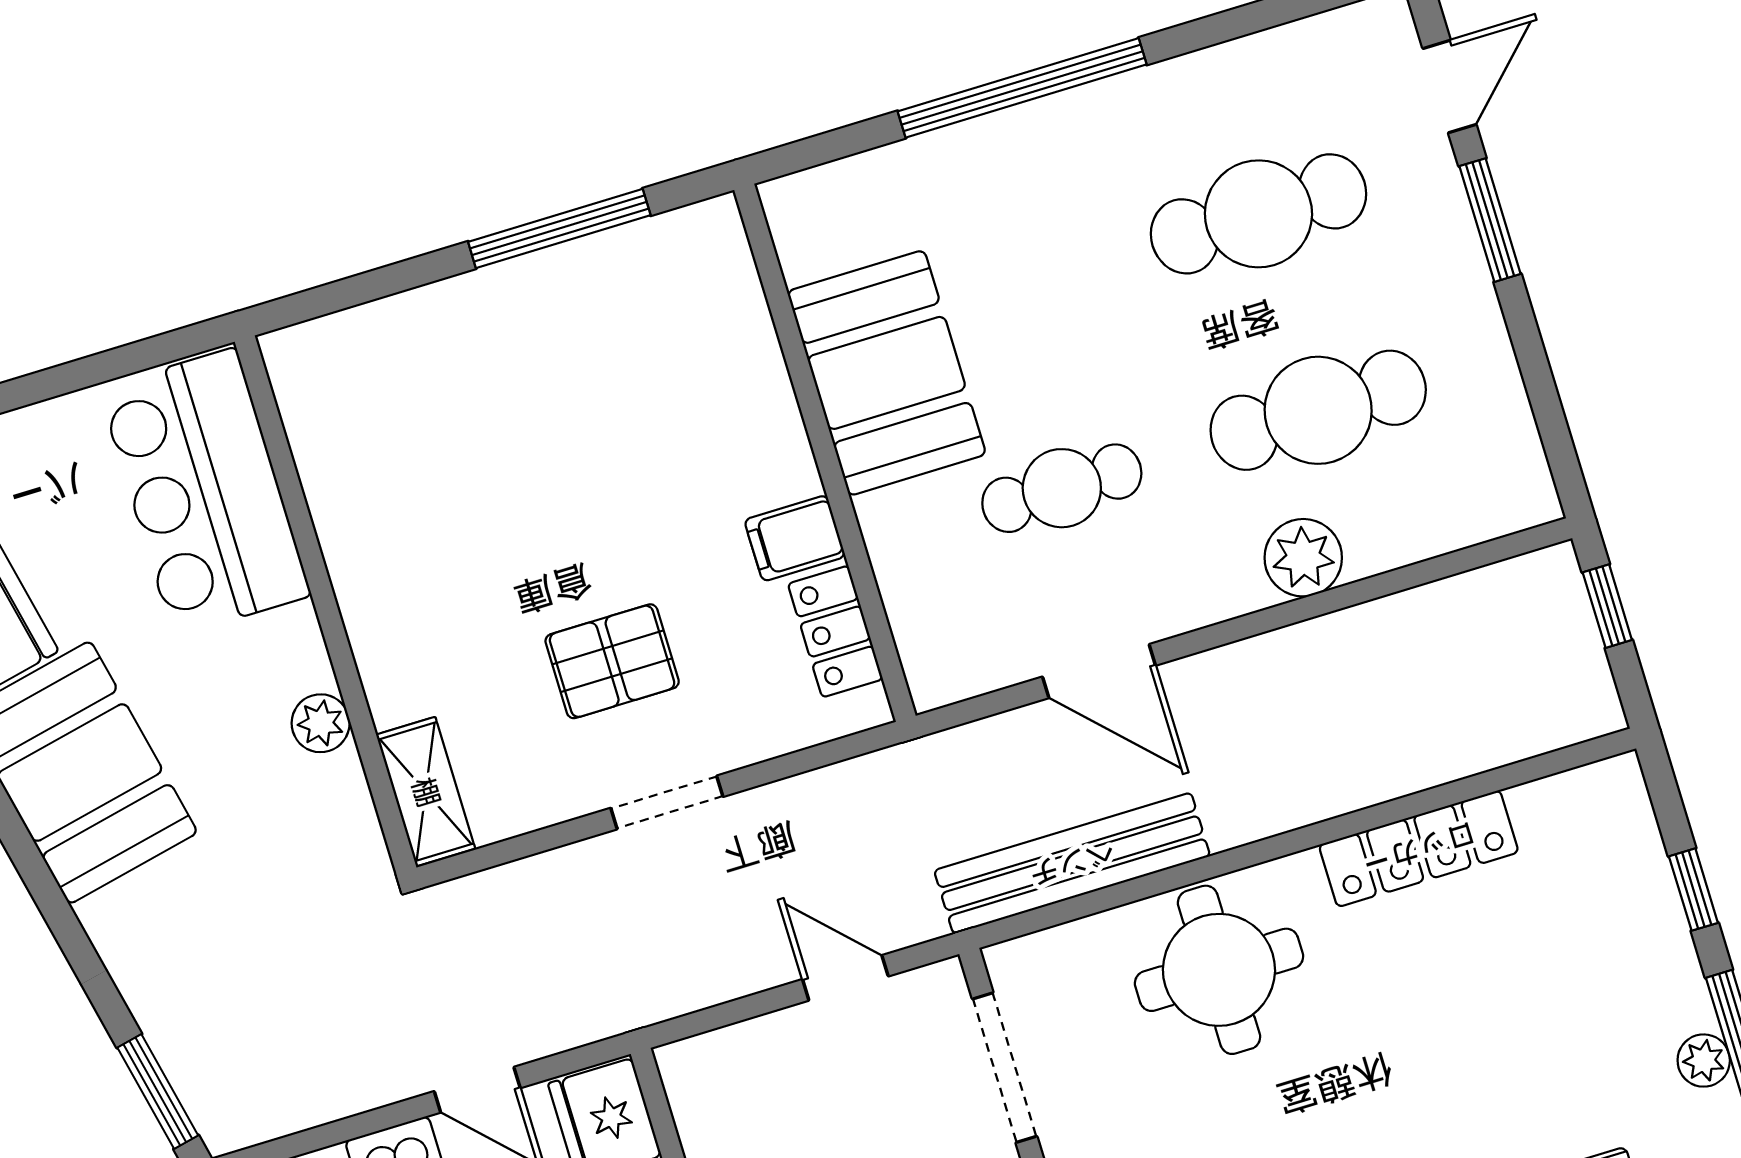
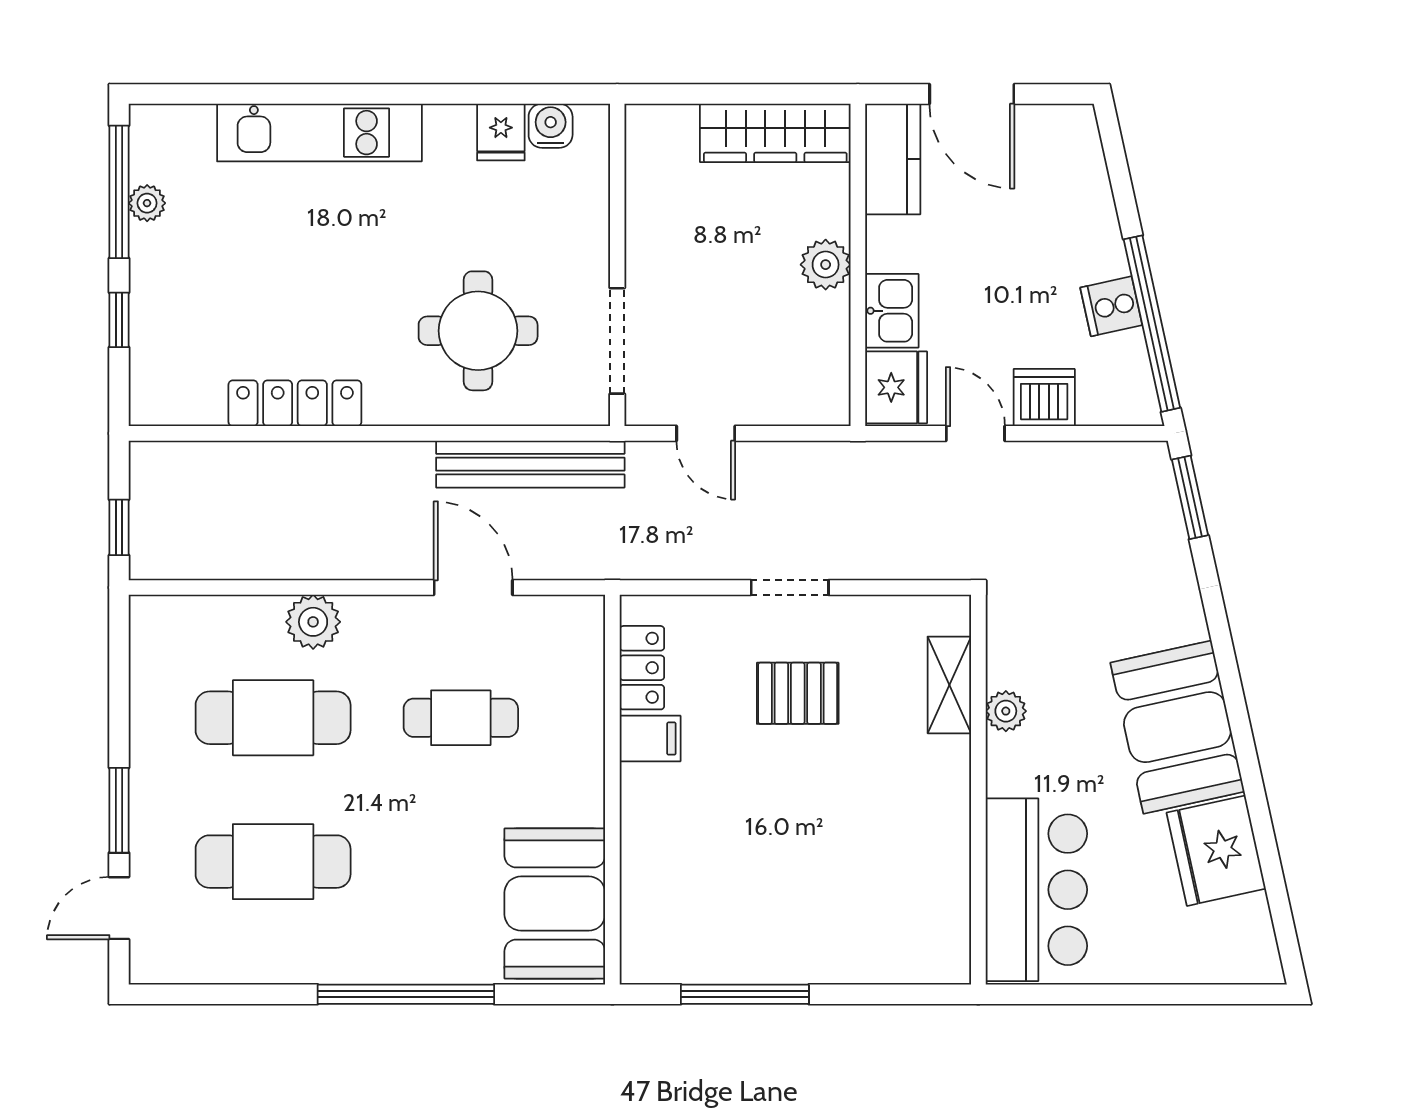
booth: (887, 373) -> (555, 904), moved
shelving: (426, 792) -> (949, 685), moved
round table: (1219, 970) -> (478, 331), moved

